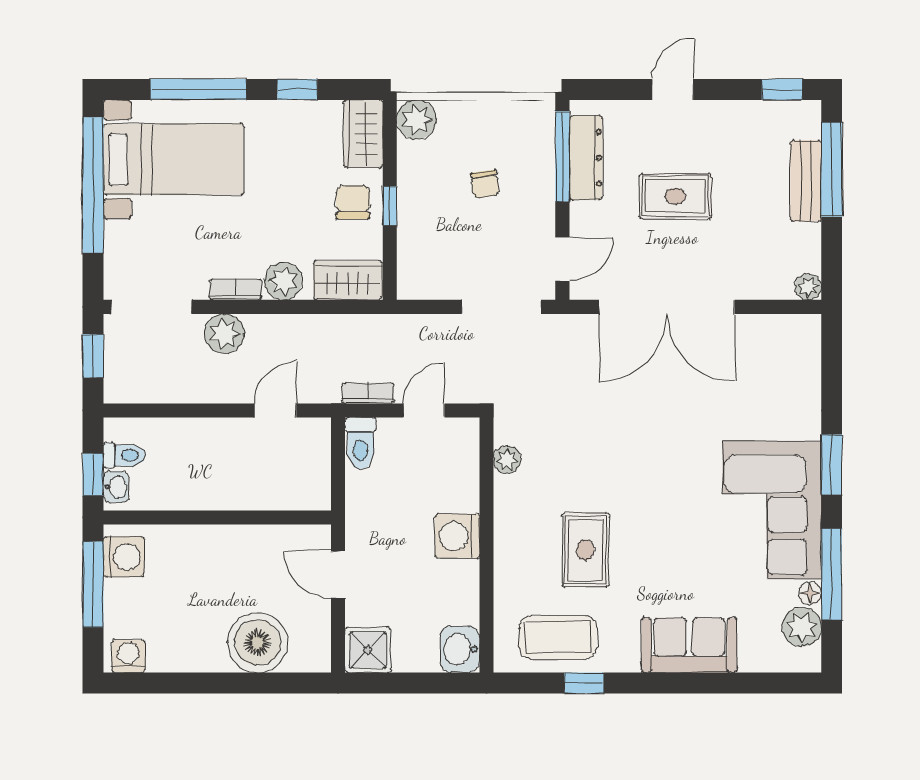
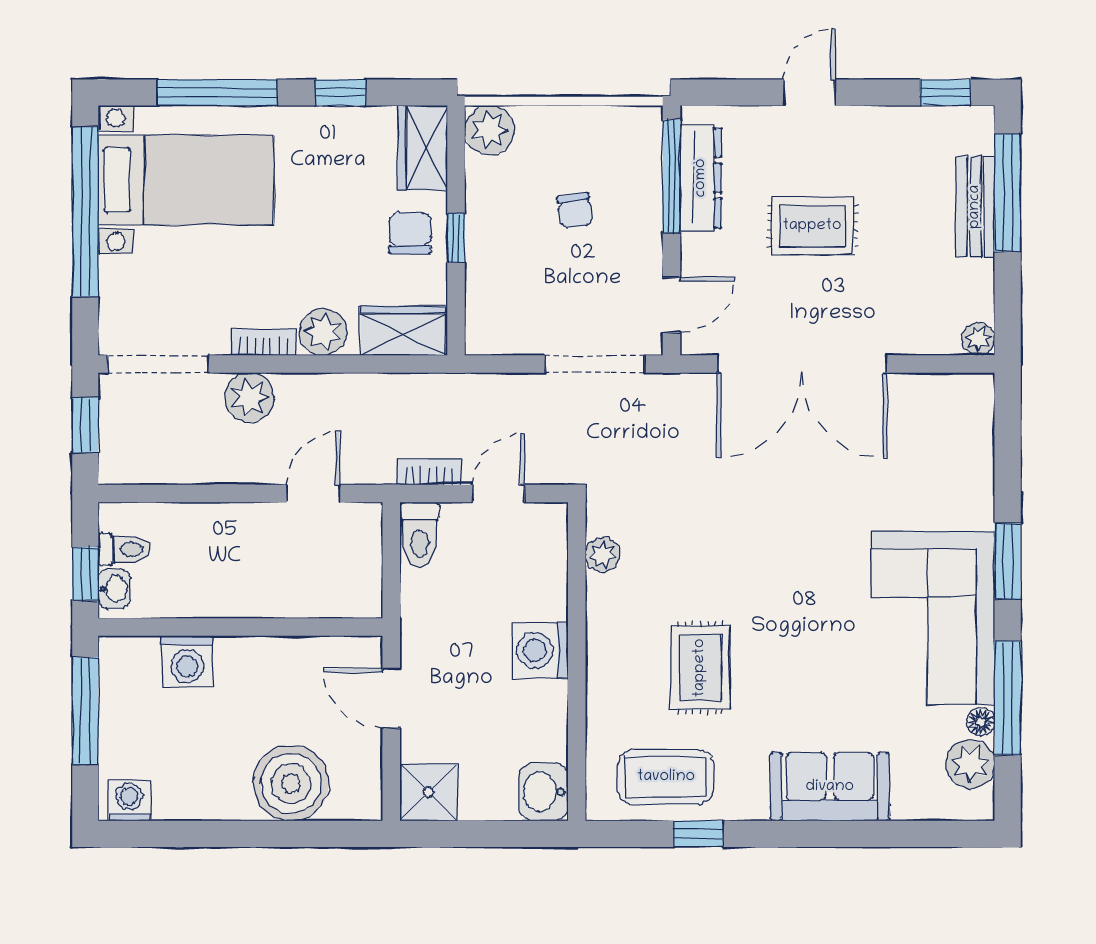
washing machine: (124, 557) -> (187, 661), moved, turned 90

